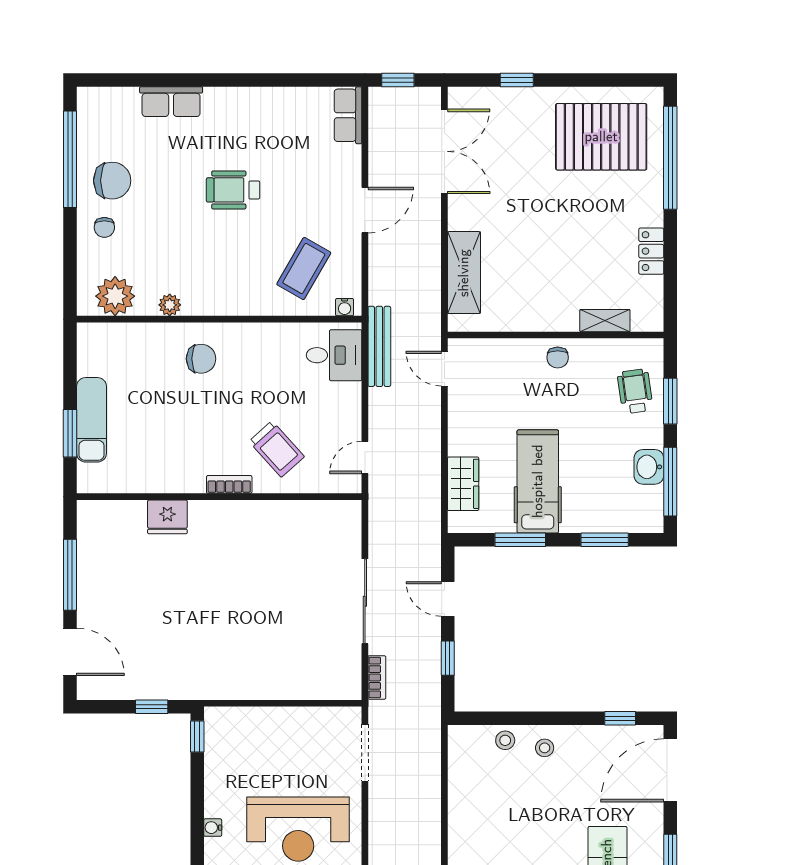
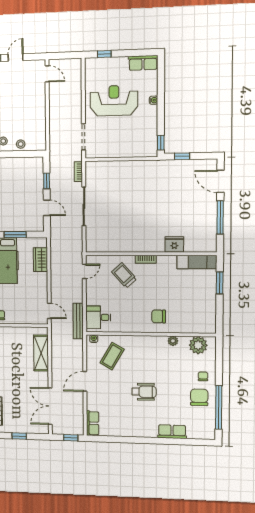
chair: (112, 181) -> (199, 397), turned 90
exam couch: (92, 420) -> (197, 262), moved, turned -90

